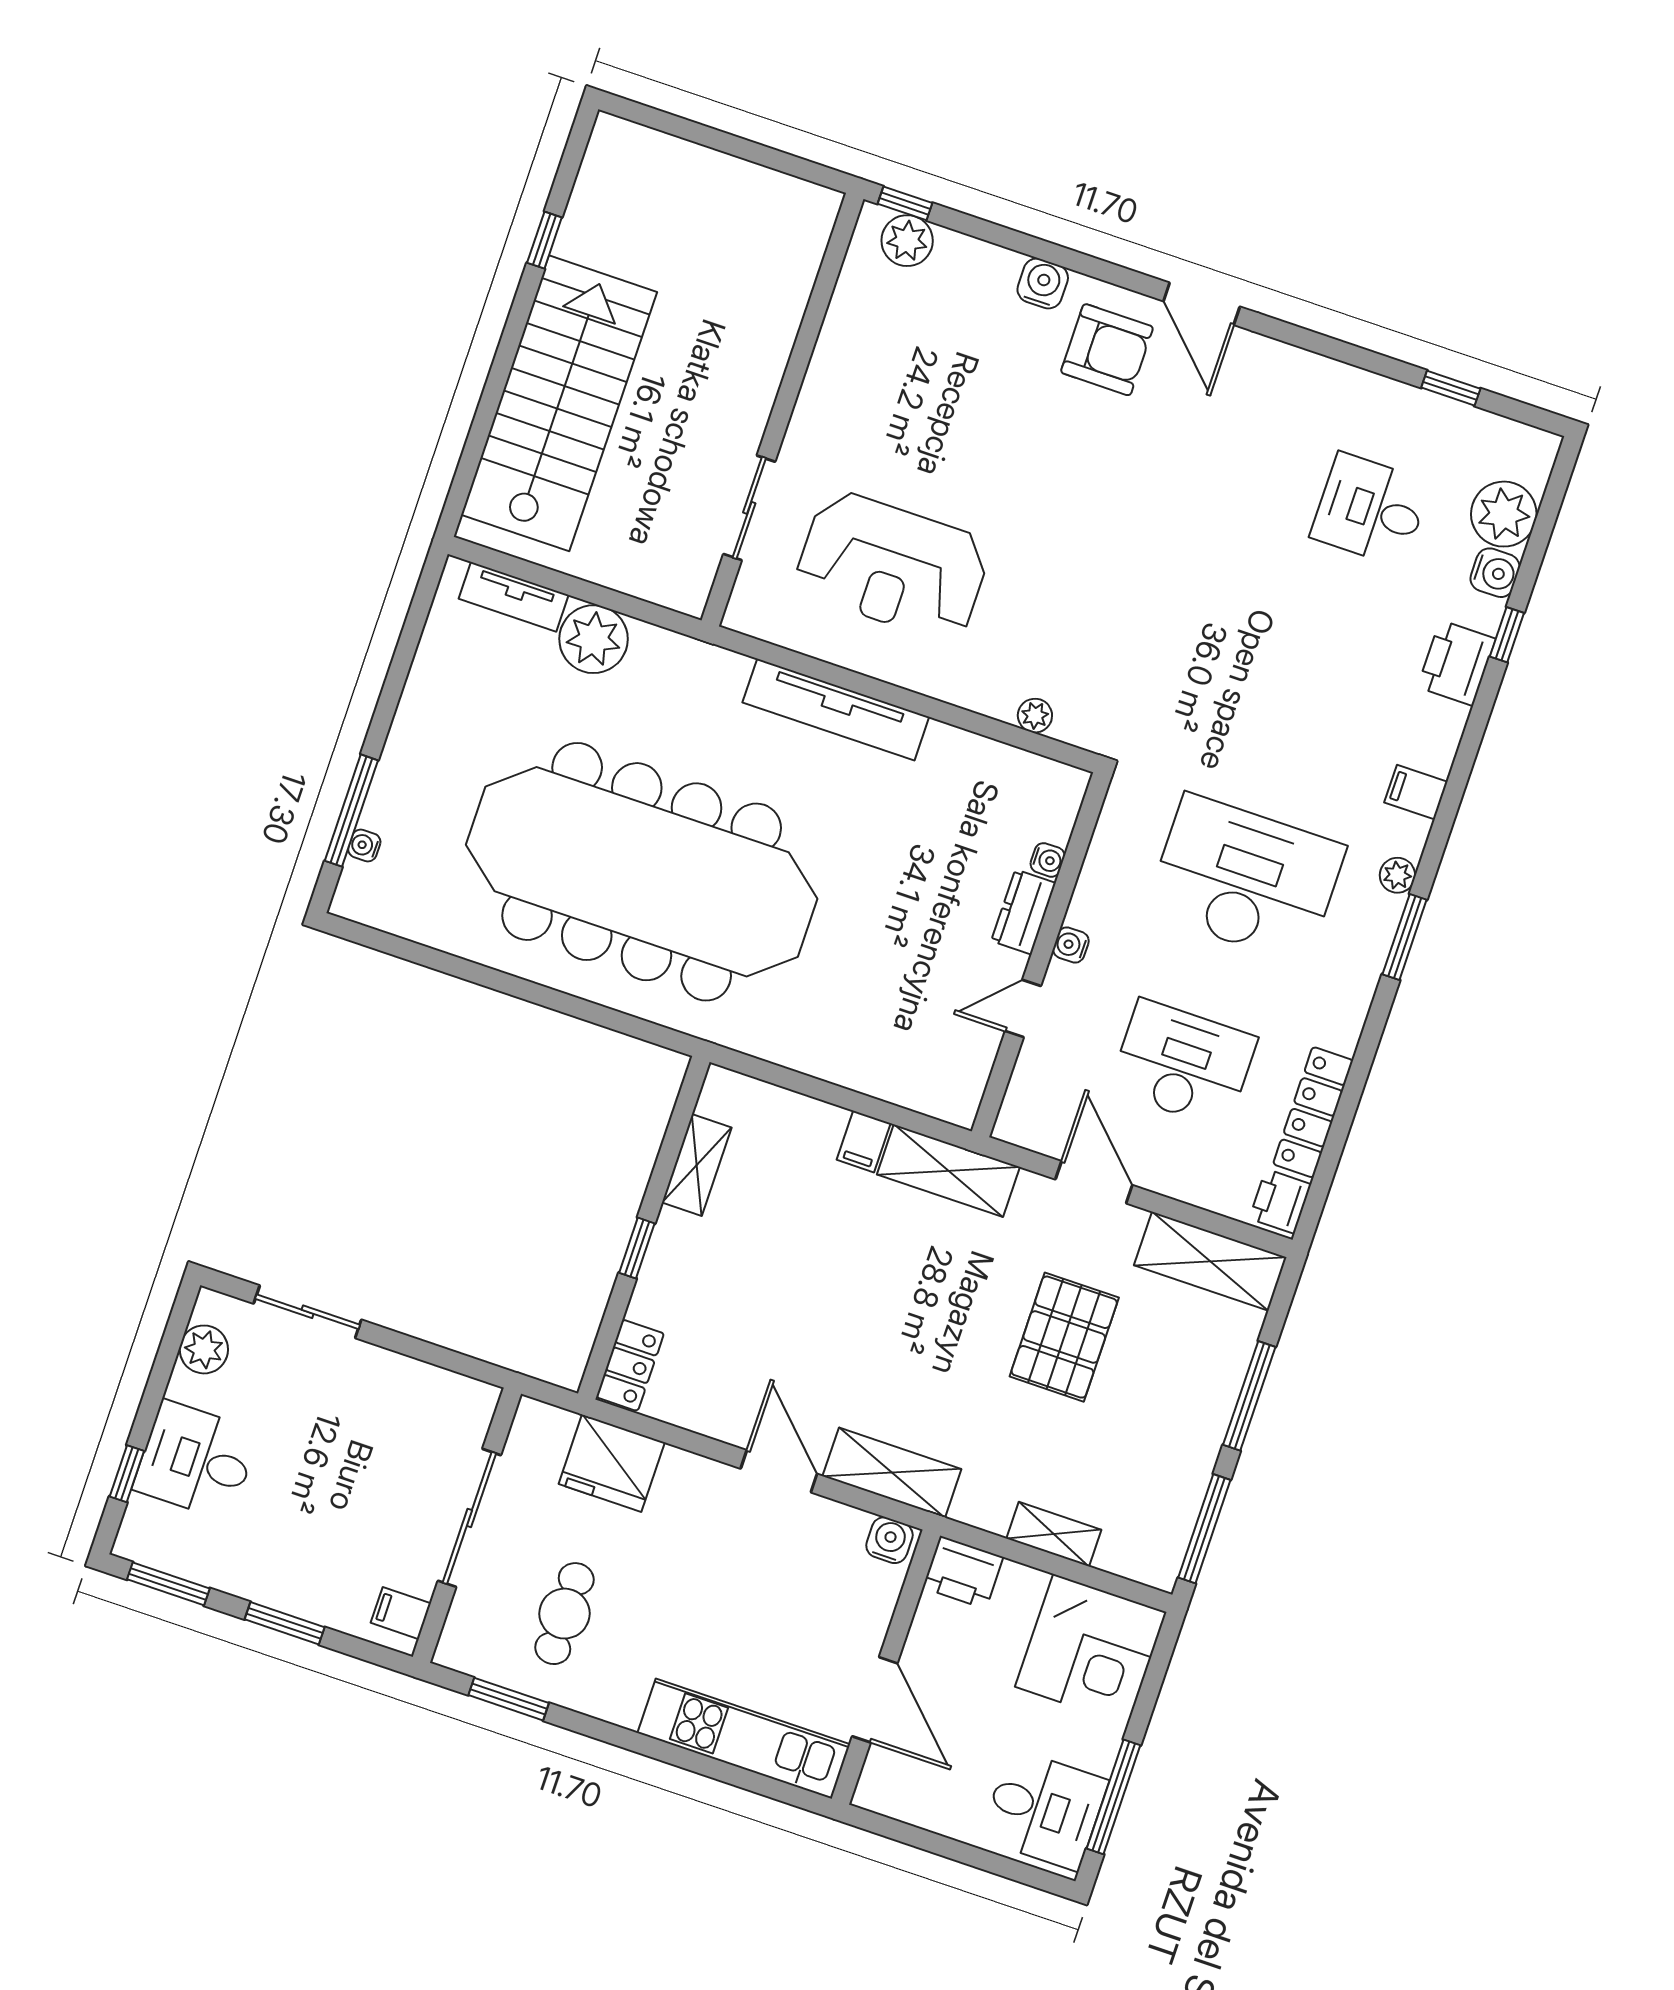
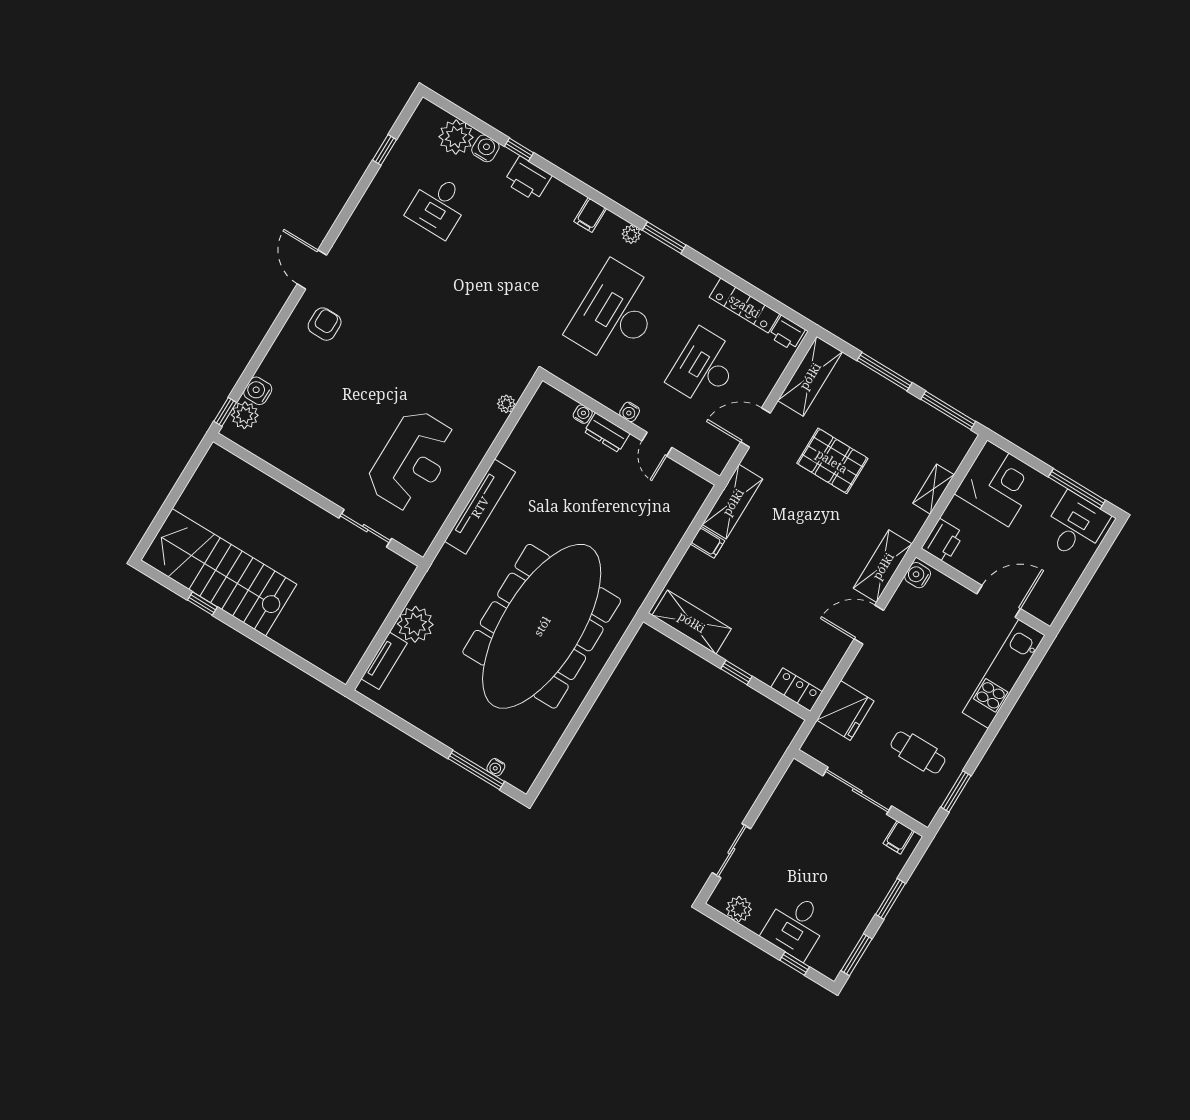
water cooler: (1043, 283) -> (258, 391), moved
door: (1202, 304) -> (312, 270), swing flipped
armchair: (1107, 350) -> (325, 324), width x0.72, depth x0.72
stairs: (559, 403) -> (219, 572), moved
shelving: (697, 1165) -> (692, 622), width x1.50, depth x1.33

